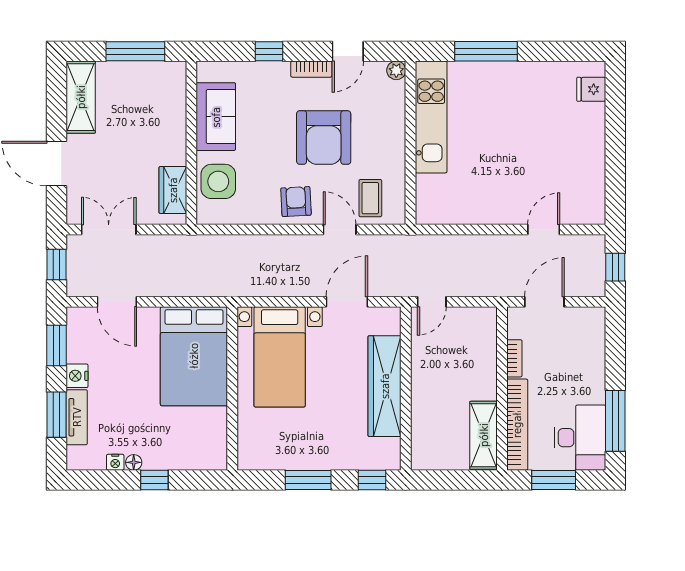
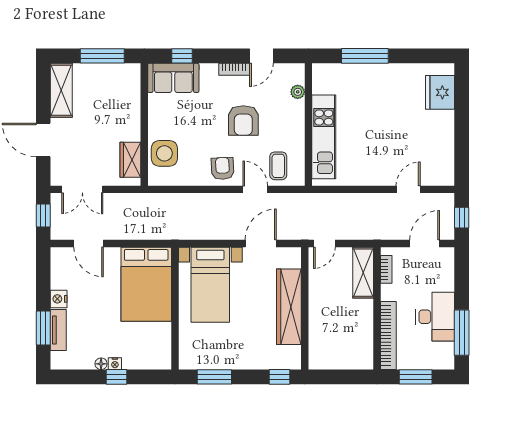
window: (269, 51) -> (182, 56), moved
plant: (396, 70) -> (298, 92), moved
fridge: (591, 89) -> (440, 92), width x1.88, depth x1.34
sofa: (216, 117) -> (173, 78), moved, turned 90
kitchen unit: (431, 117) -> (324, 137), moved
armchair: (324, 138) -> (243, 120), width x0.73, depth x0.73
double door: (109, 230) -> (82, 189), swing flipped
door: (544, 302) -> (425, 243), moved
window: (56, 345) -> (43, 276), removed
bookcase: (514, 358) -> (386, 269), moved
shelving: (484, 435) -> (363, 273), moved
desk: (580, 438) -> (435, 317), moved
nightstand: (115, 462) -> (115, 364), moved
window: (308, 480) -> (214, 377), moved

